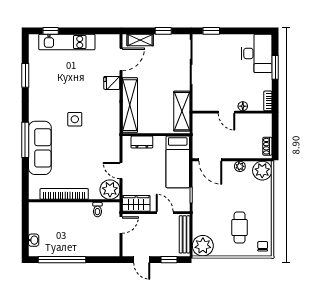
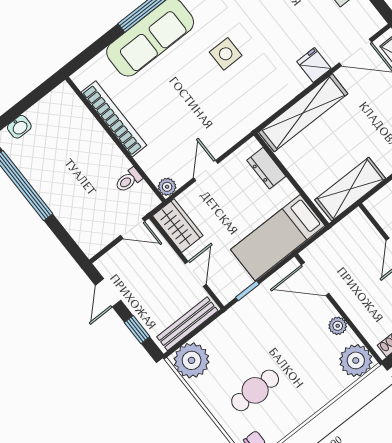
door: (210, 160) -> (315, 279), hinge flipped
plant: (110, 190) -> (167, 187), width x0.53, depth x0.53

